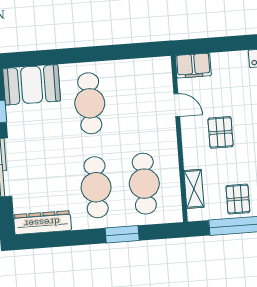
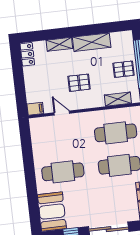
filing cabinet: (193, 66) -> (35, 109), width x0.50
door: (177, 105) -> (62, 113), hinge flipped

